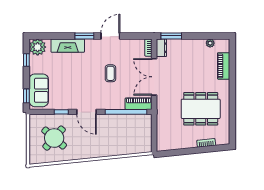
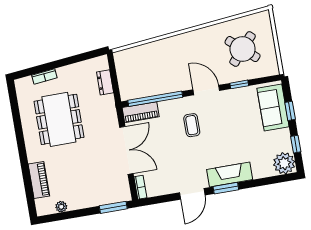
fireplace: (68, 46) -> (230, 175), moved
dresser: (161, 48) -> (105, 82), moved
coffee table: (110, 73) -> (192, 125), moved
window: (26, 96) -> (290, 111), moved
dining table: (201, 109) -> (59, 119), turned 90

